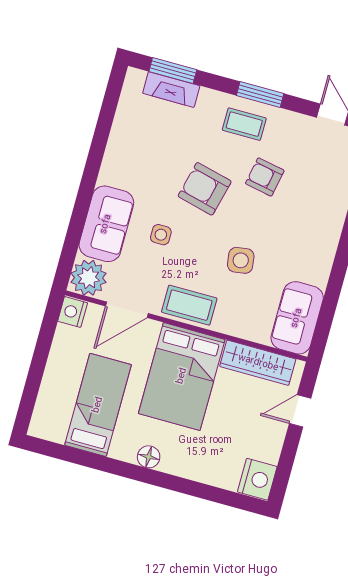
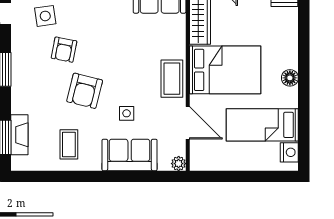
coffee table: (244, 124) -> (69, 144), moved
side table: (241, 260) -> (45, 16), moved
plant: (89, 278) -> (179, 164), width x0.53, depth x0.53
nightstand: (73, 312) -> (289, 152), moved, turned -90

